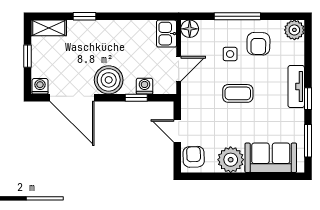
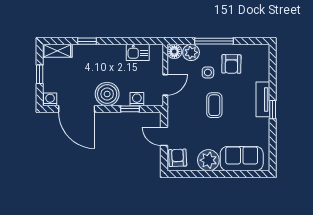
plant: (294, 30) -> (191, 52), moved
kitchen sink: (167, 34) -> (138, 52), moved, turned -90
coffee table: (238, 93) -> (214, 105), turned 90
window: (308, 141) -> (273, 145), removed

